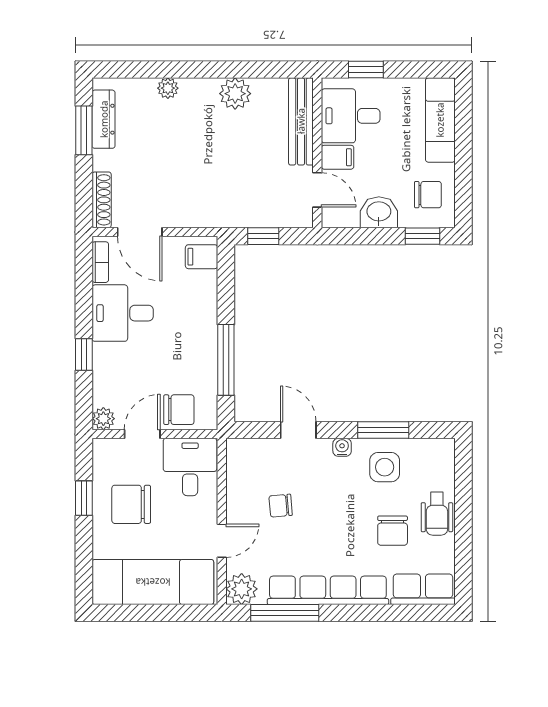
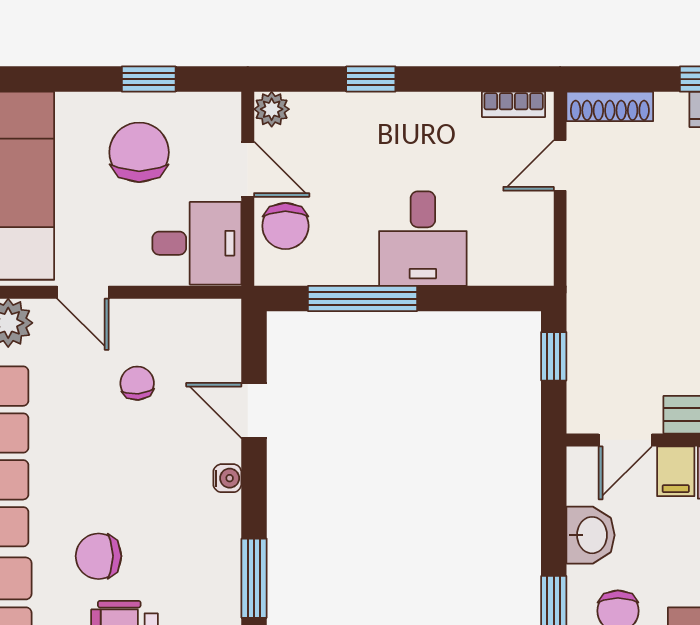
door: (140, 232) -> (560, 165), width x0.73
filing cabinet: (202, 257) -> (522, 261), removed
desk: (123, 313) -> (423, 239), moved, turned 180
door: (298, 430) -> (254, 410), swing flipped
window: (383, 430) -> (254, 578), moved
side table: (385, 467) -> (197, 544), removed

